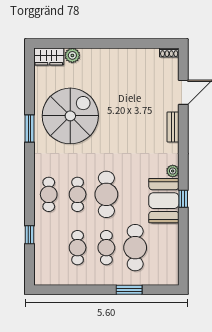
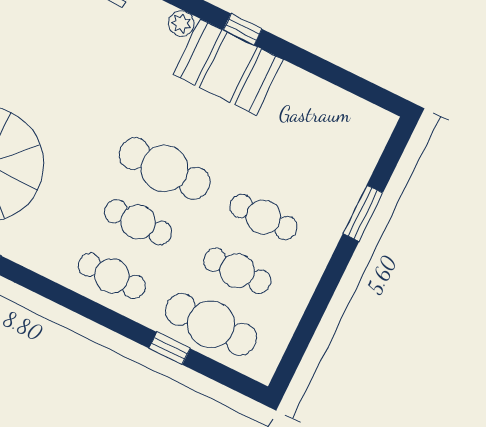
cafe table: (135, 248) -> (211, 324), moved

